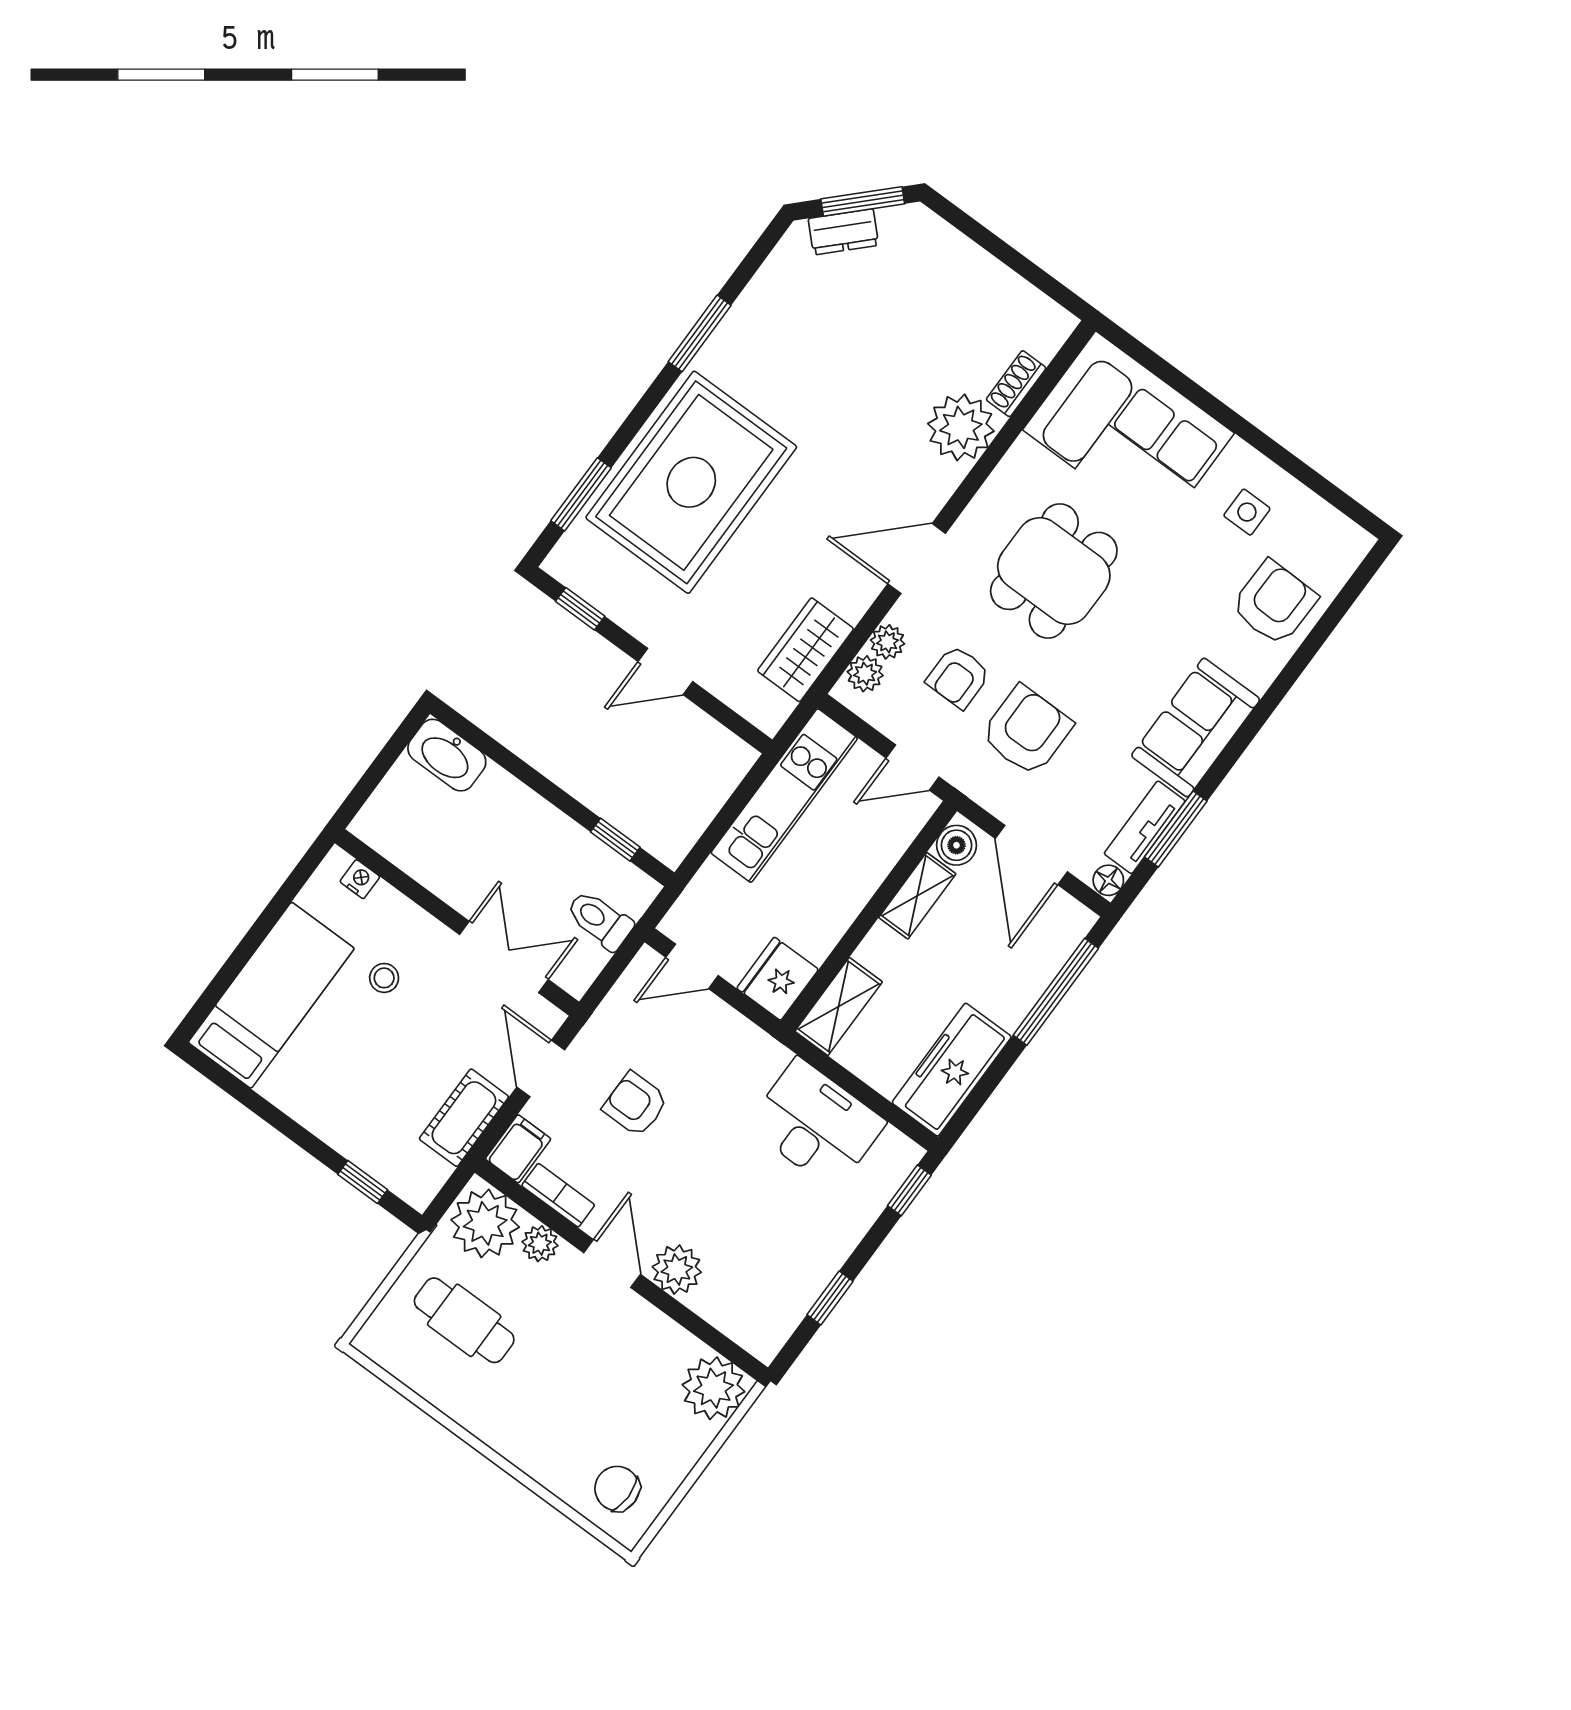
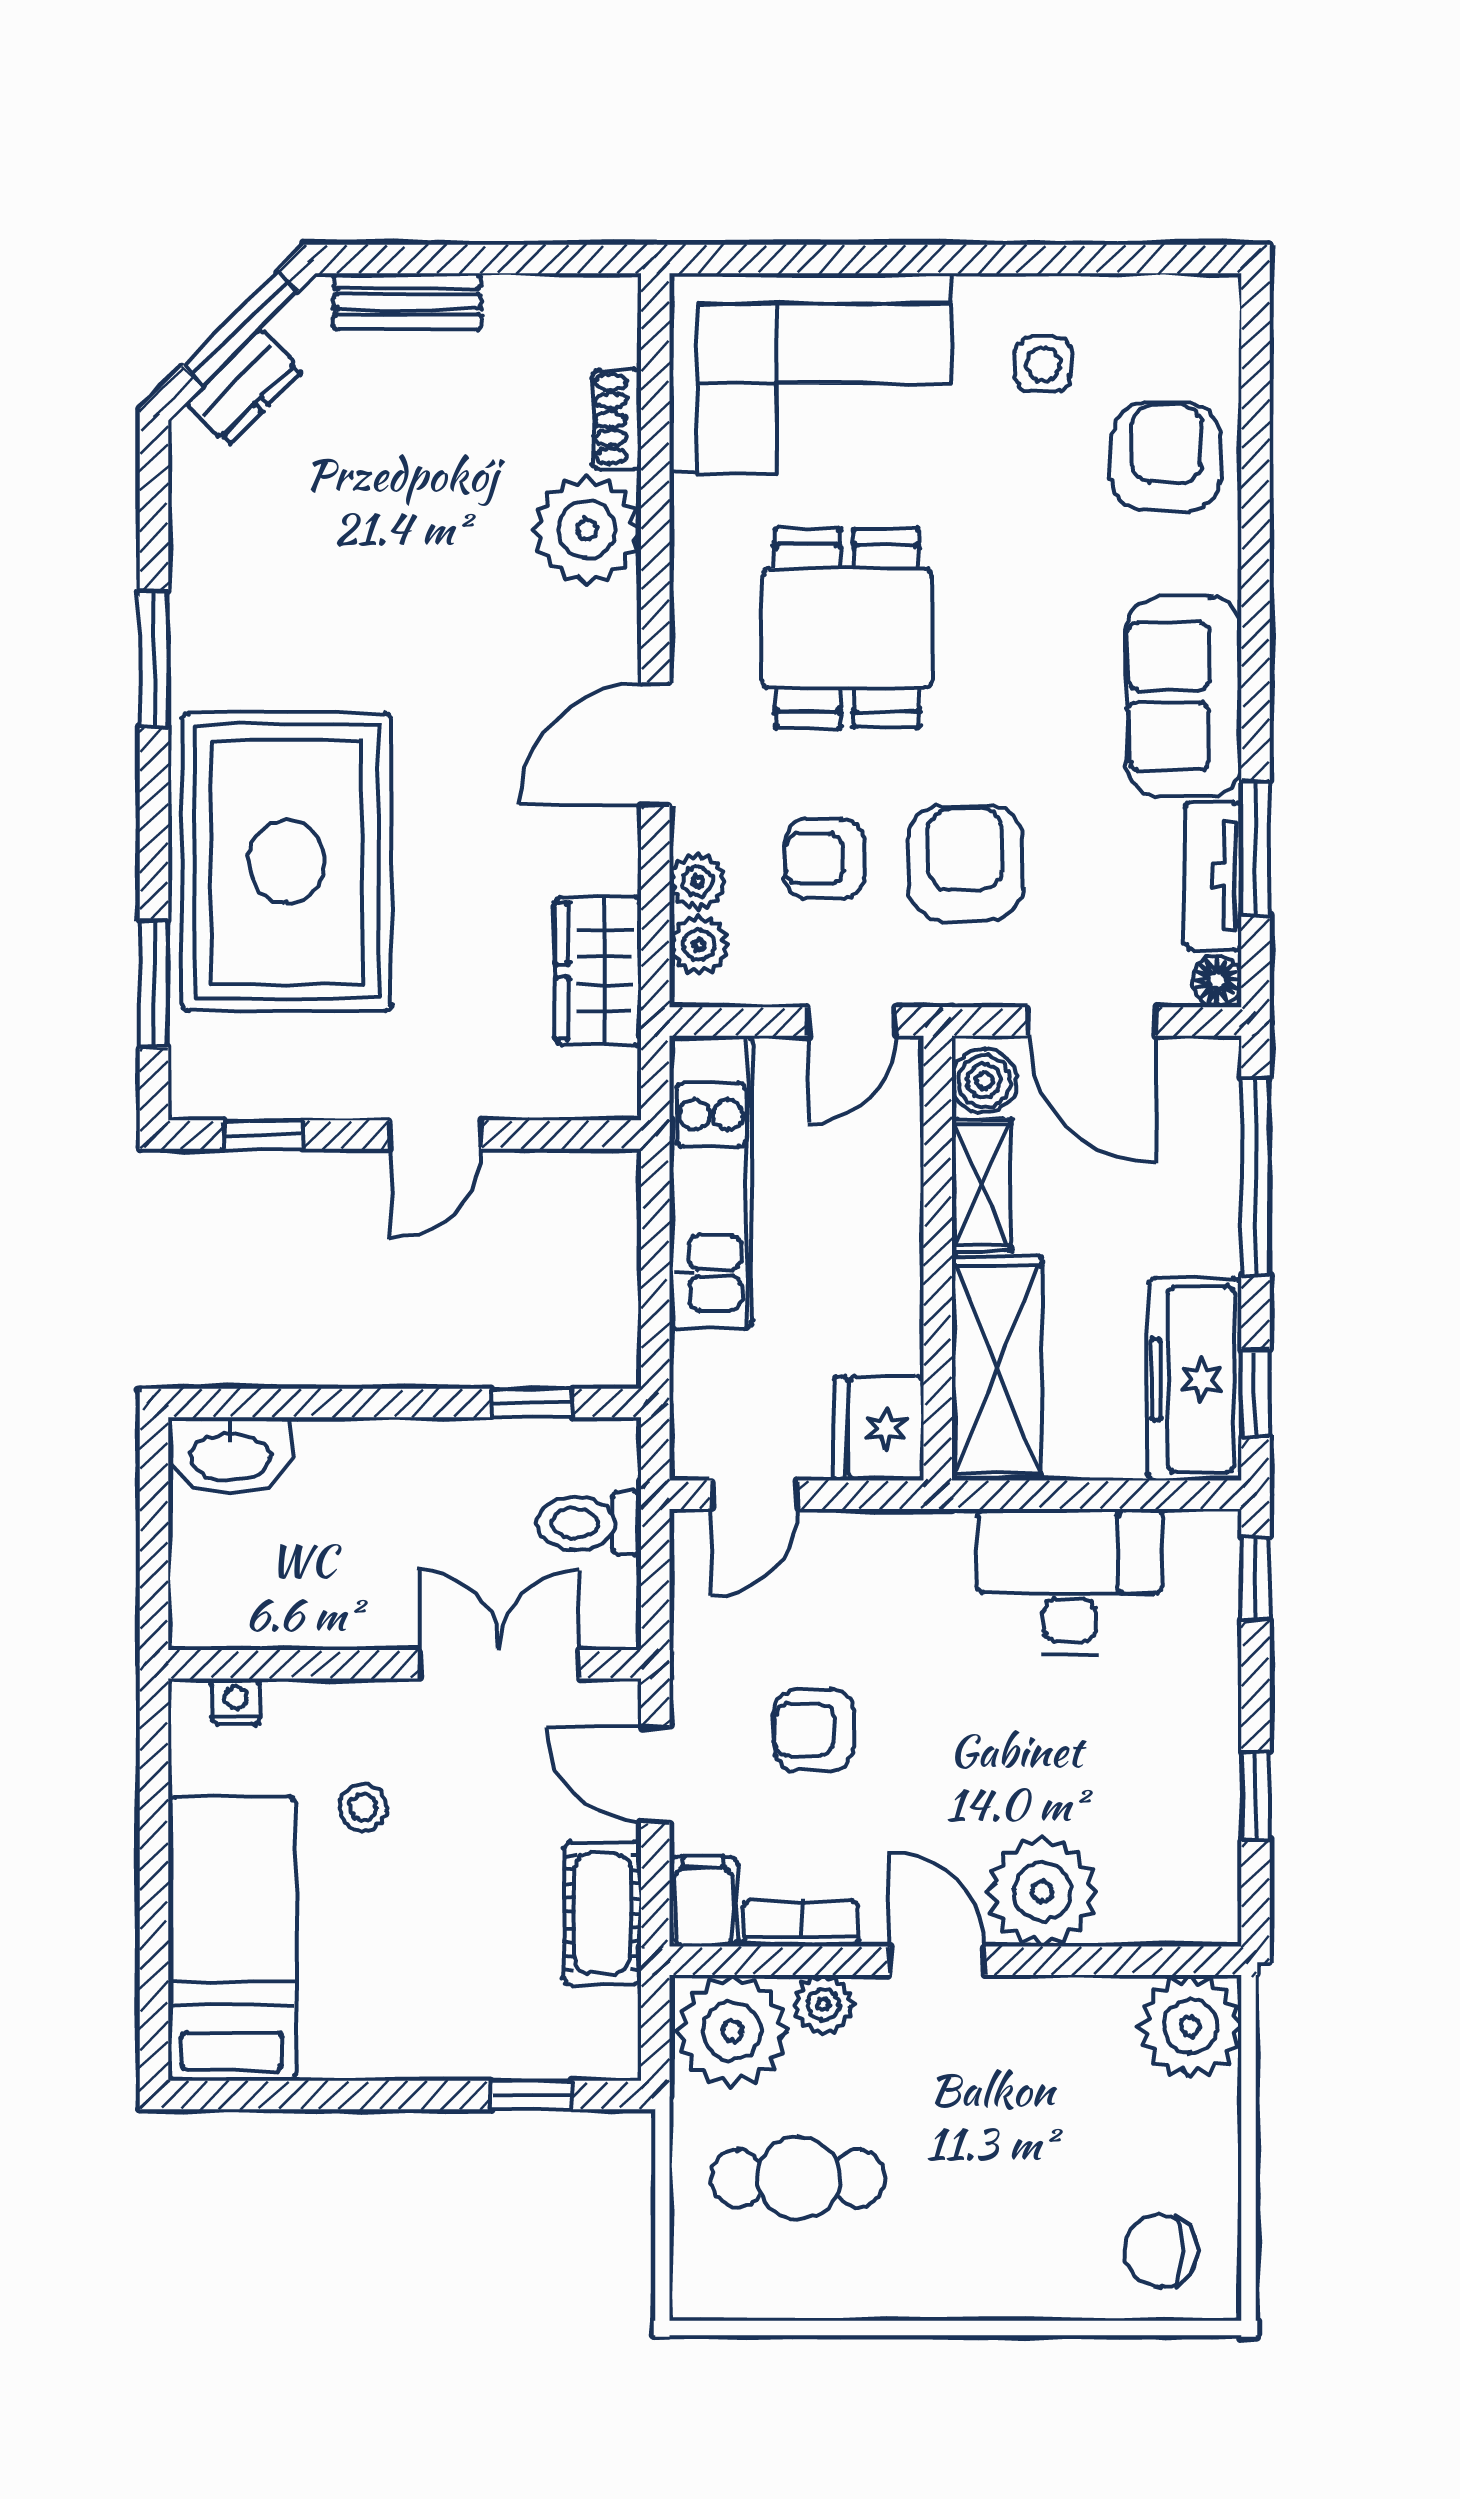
bench: (956, 249) -> (407, 301), added
armchair: (958, 677) -> (824, 859), turned 90
shelving: (839, 1007) -> (997, 1369), width x1.50, depth x1.33
window: (977, 1099) -> (1256, 1393), added
plant: (677, 1269) -> (1042, 1892), width x1.36, depth x1.36

